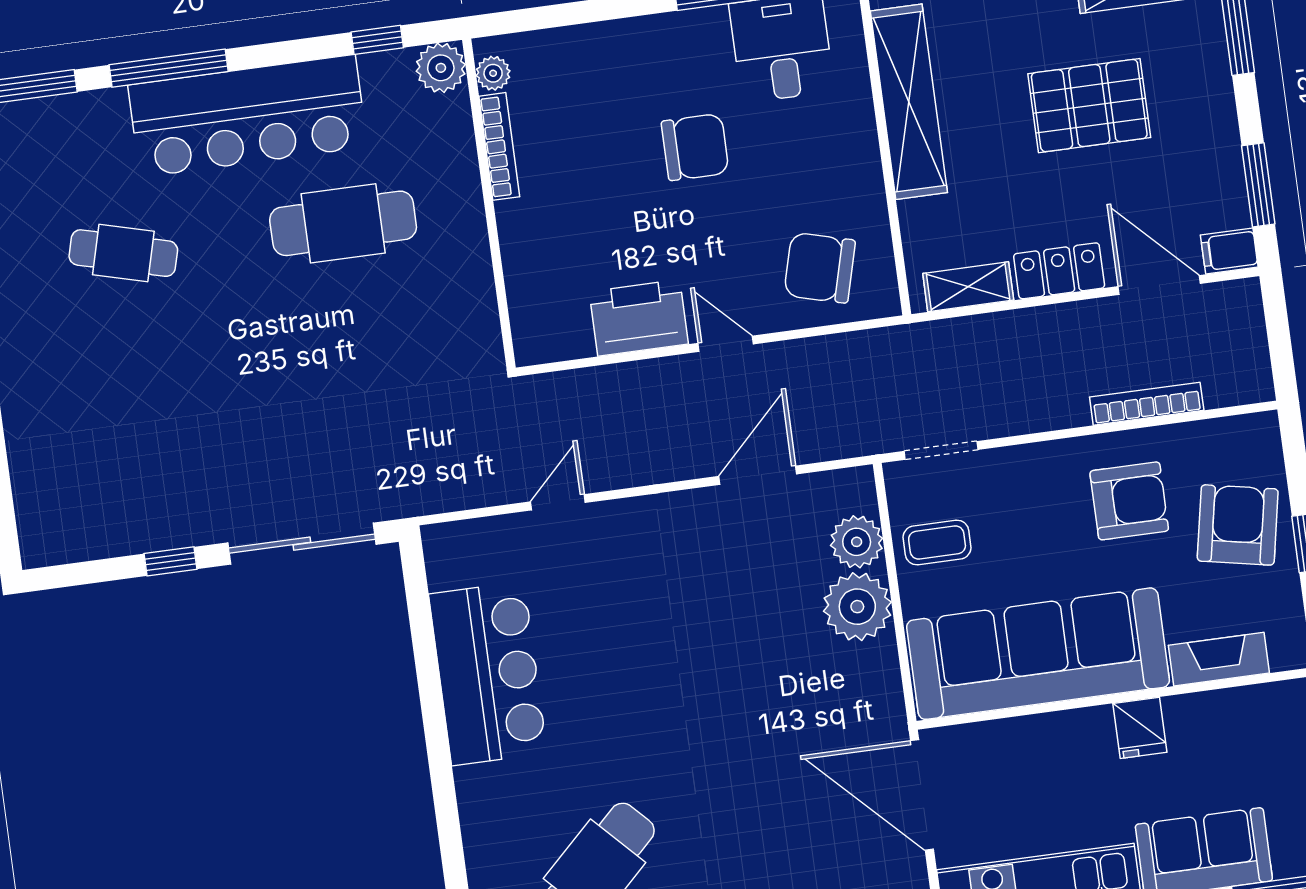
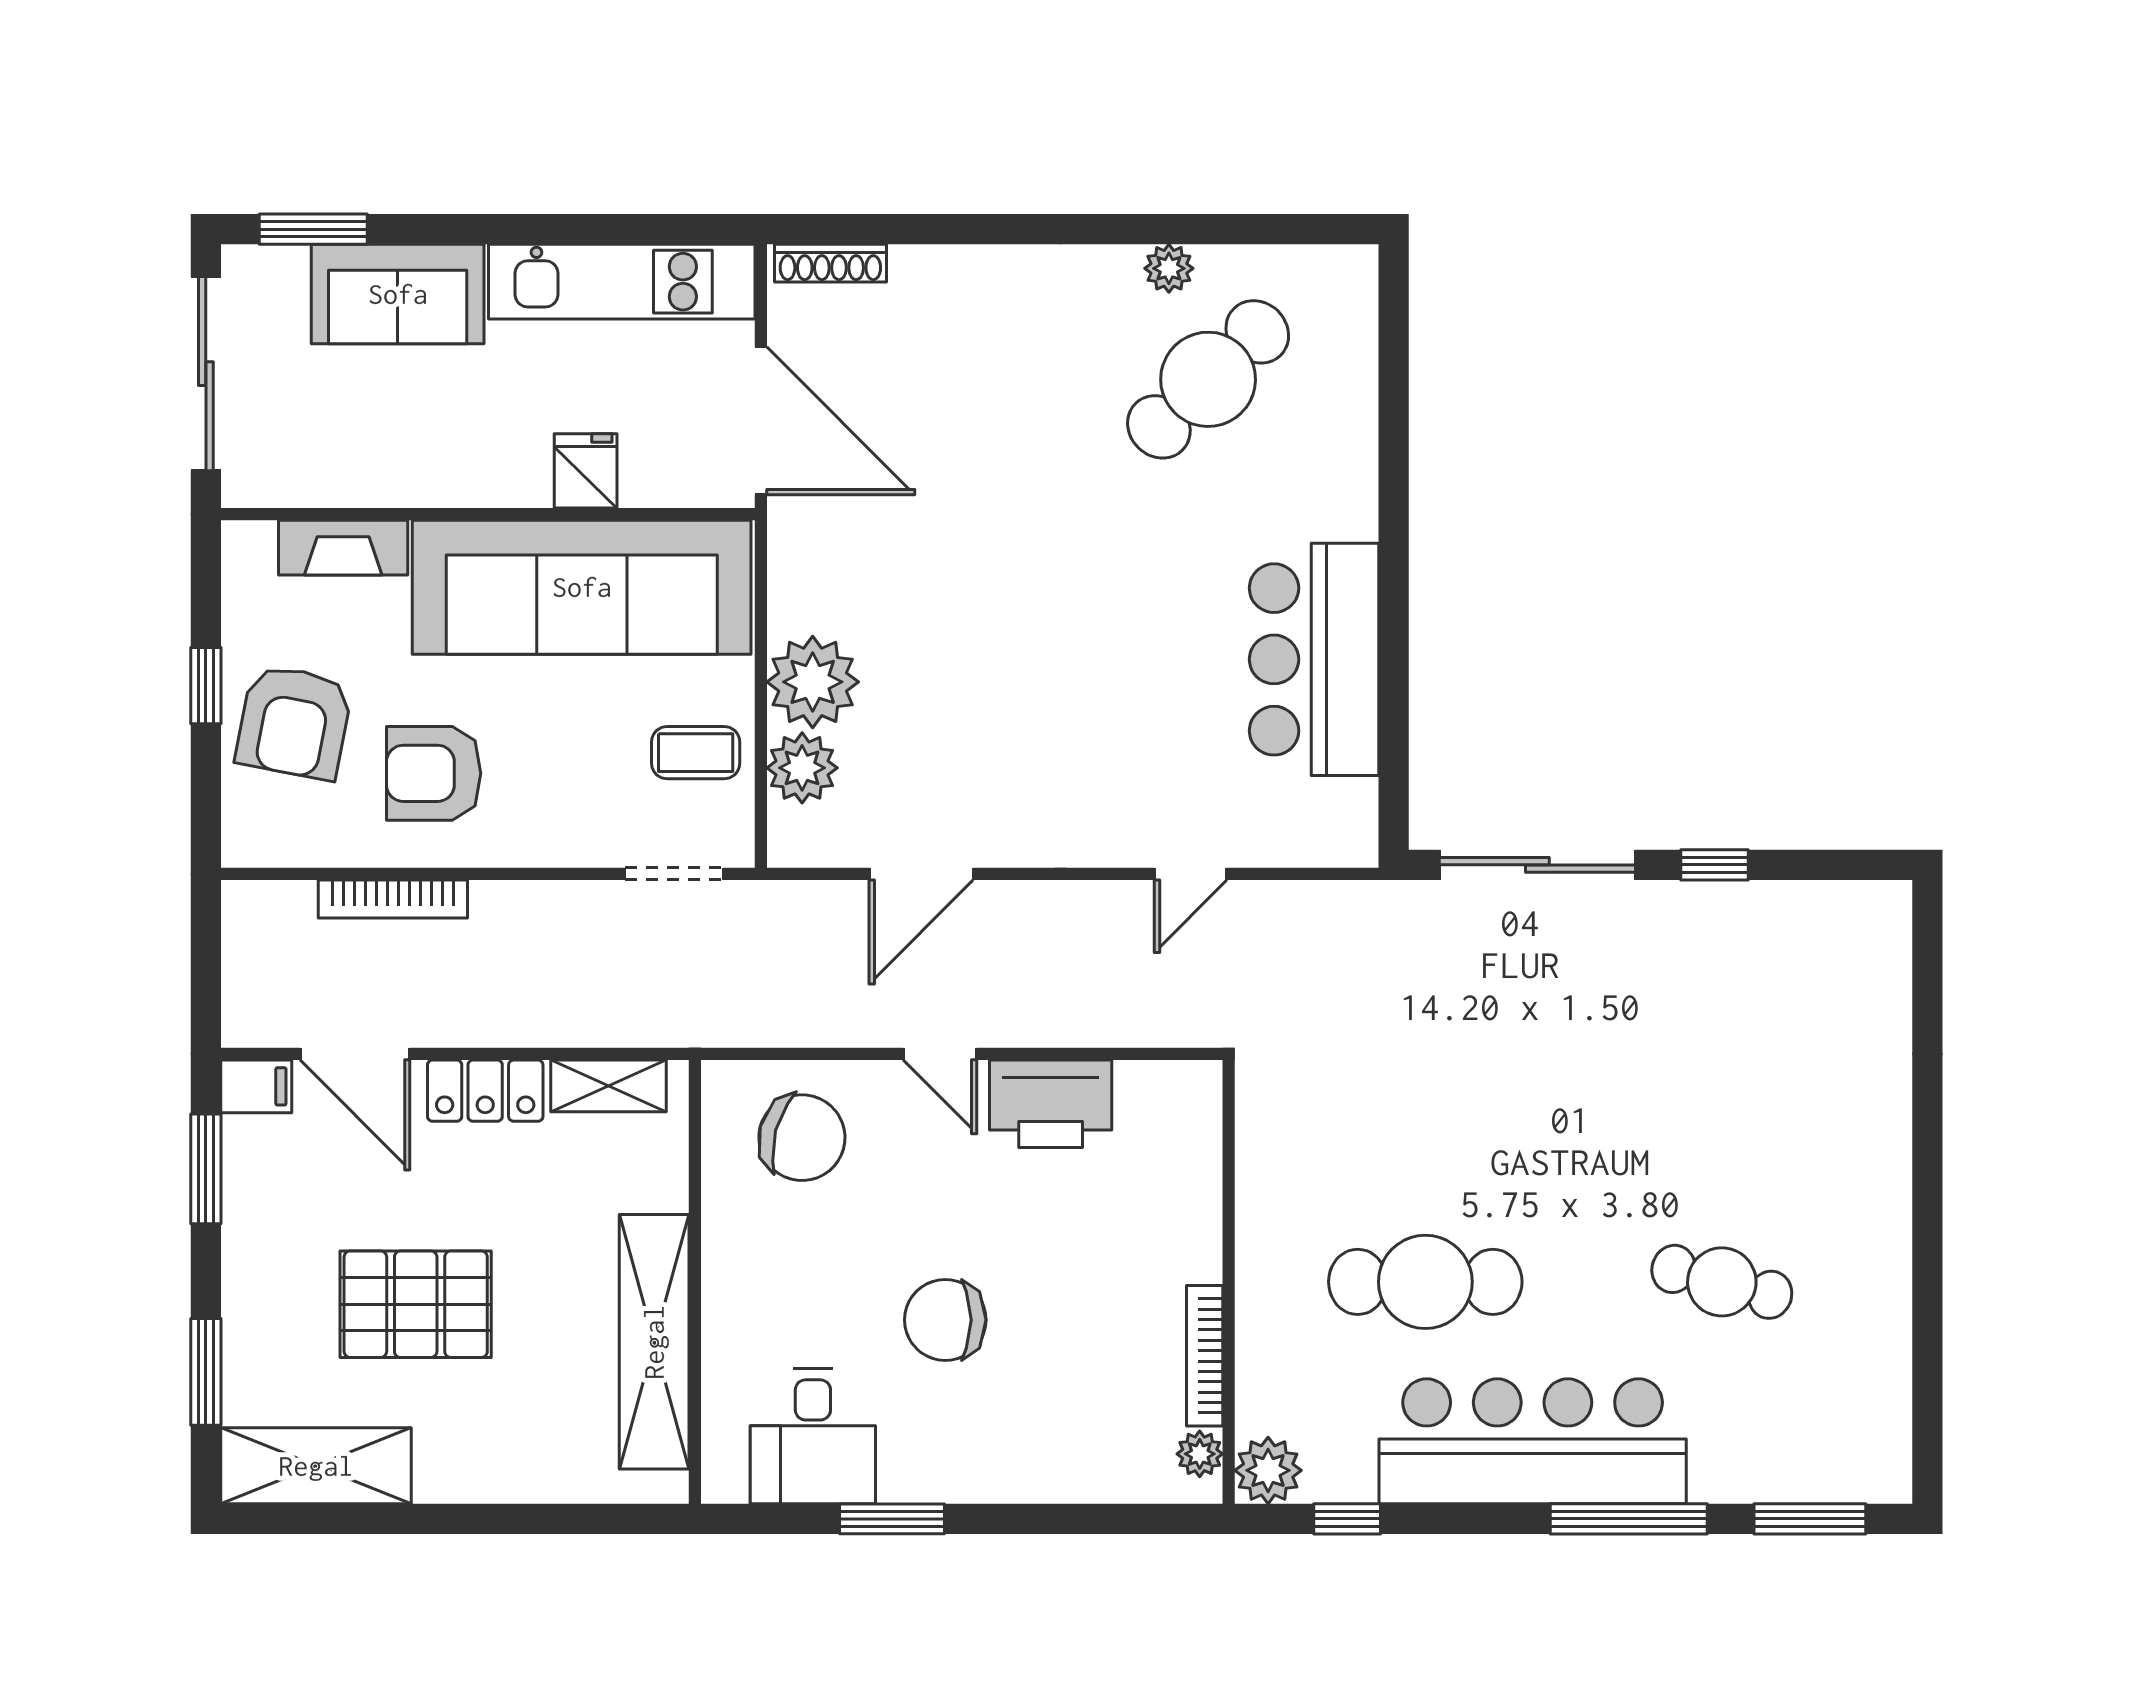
fridge: (1140, 728) -> (586, 471), moved

